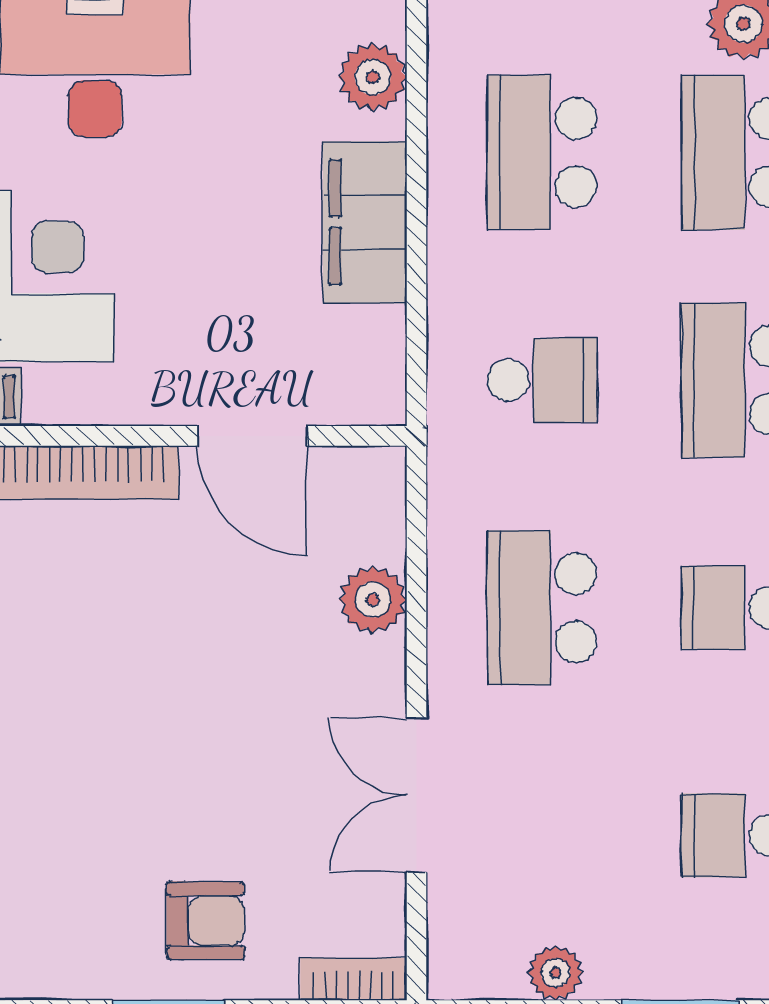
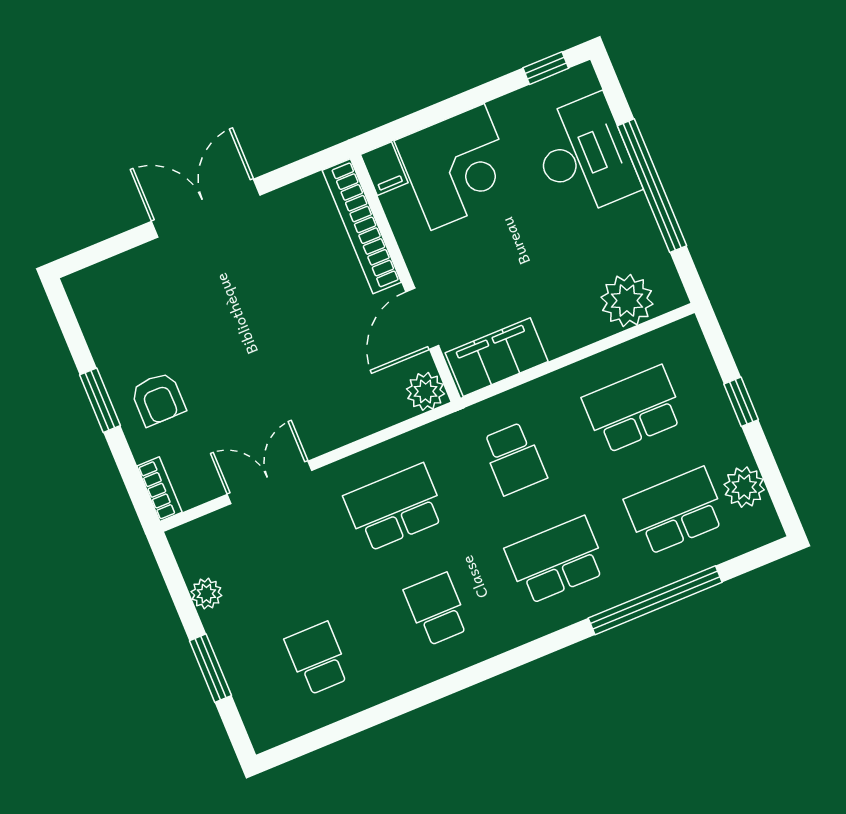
plant: (373, 77) -> (627, 301), width x1.36, depth x1.36
filing cabinet: (365, 222) -> (497, 357), moved
plant: (373, 600) -> (425, 391), moved

